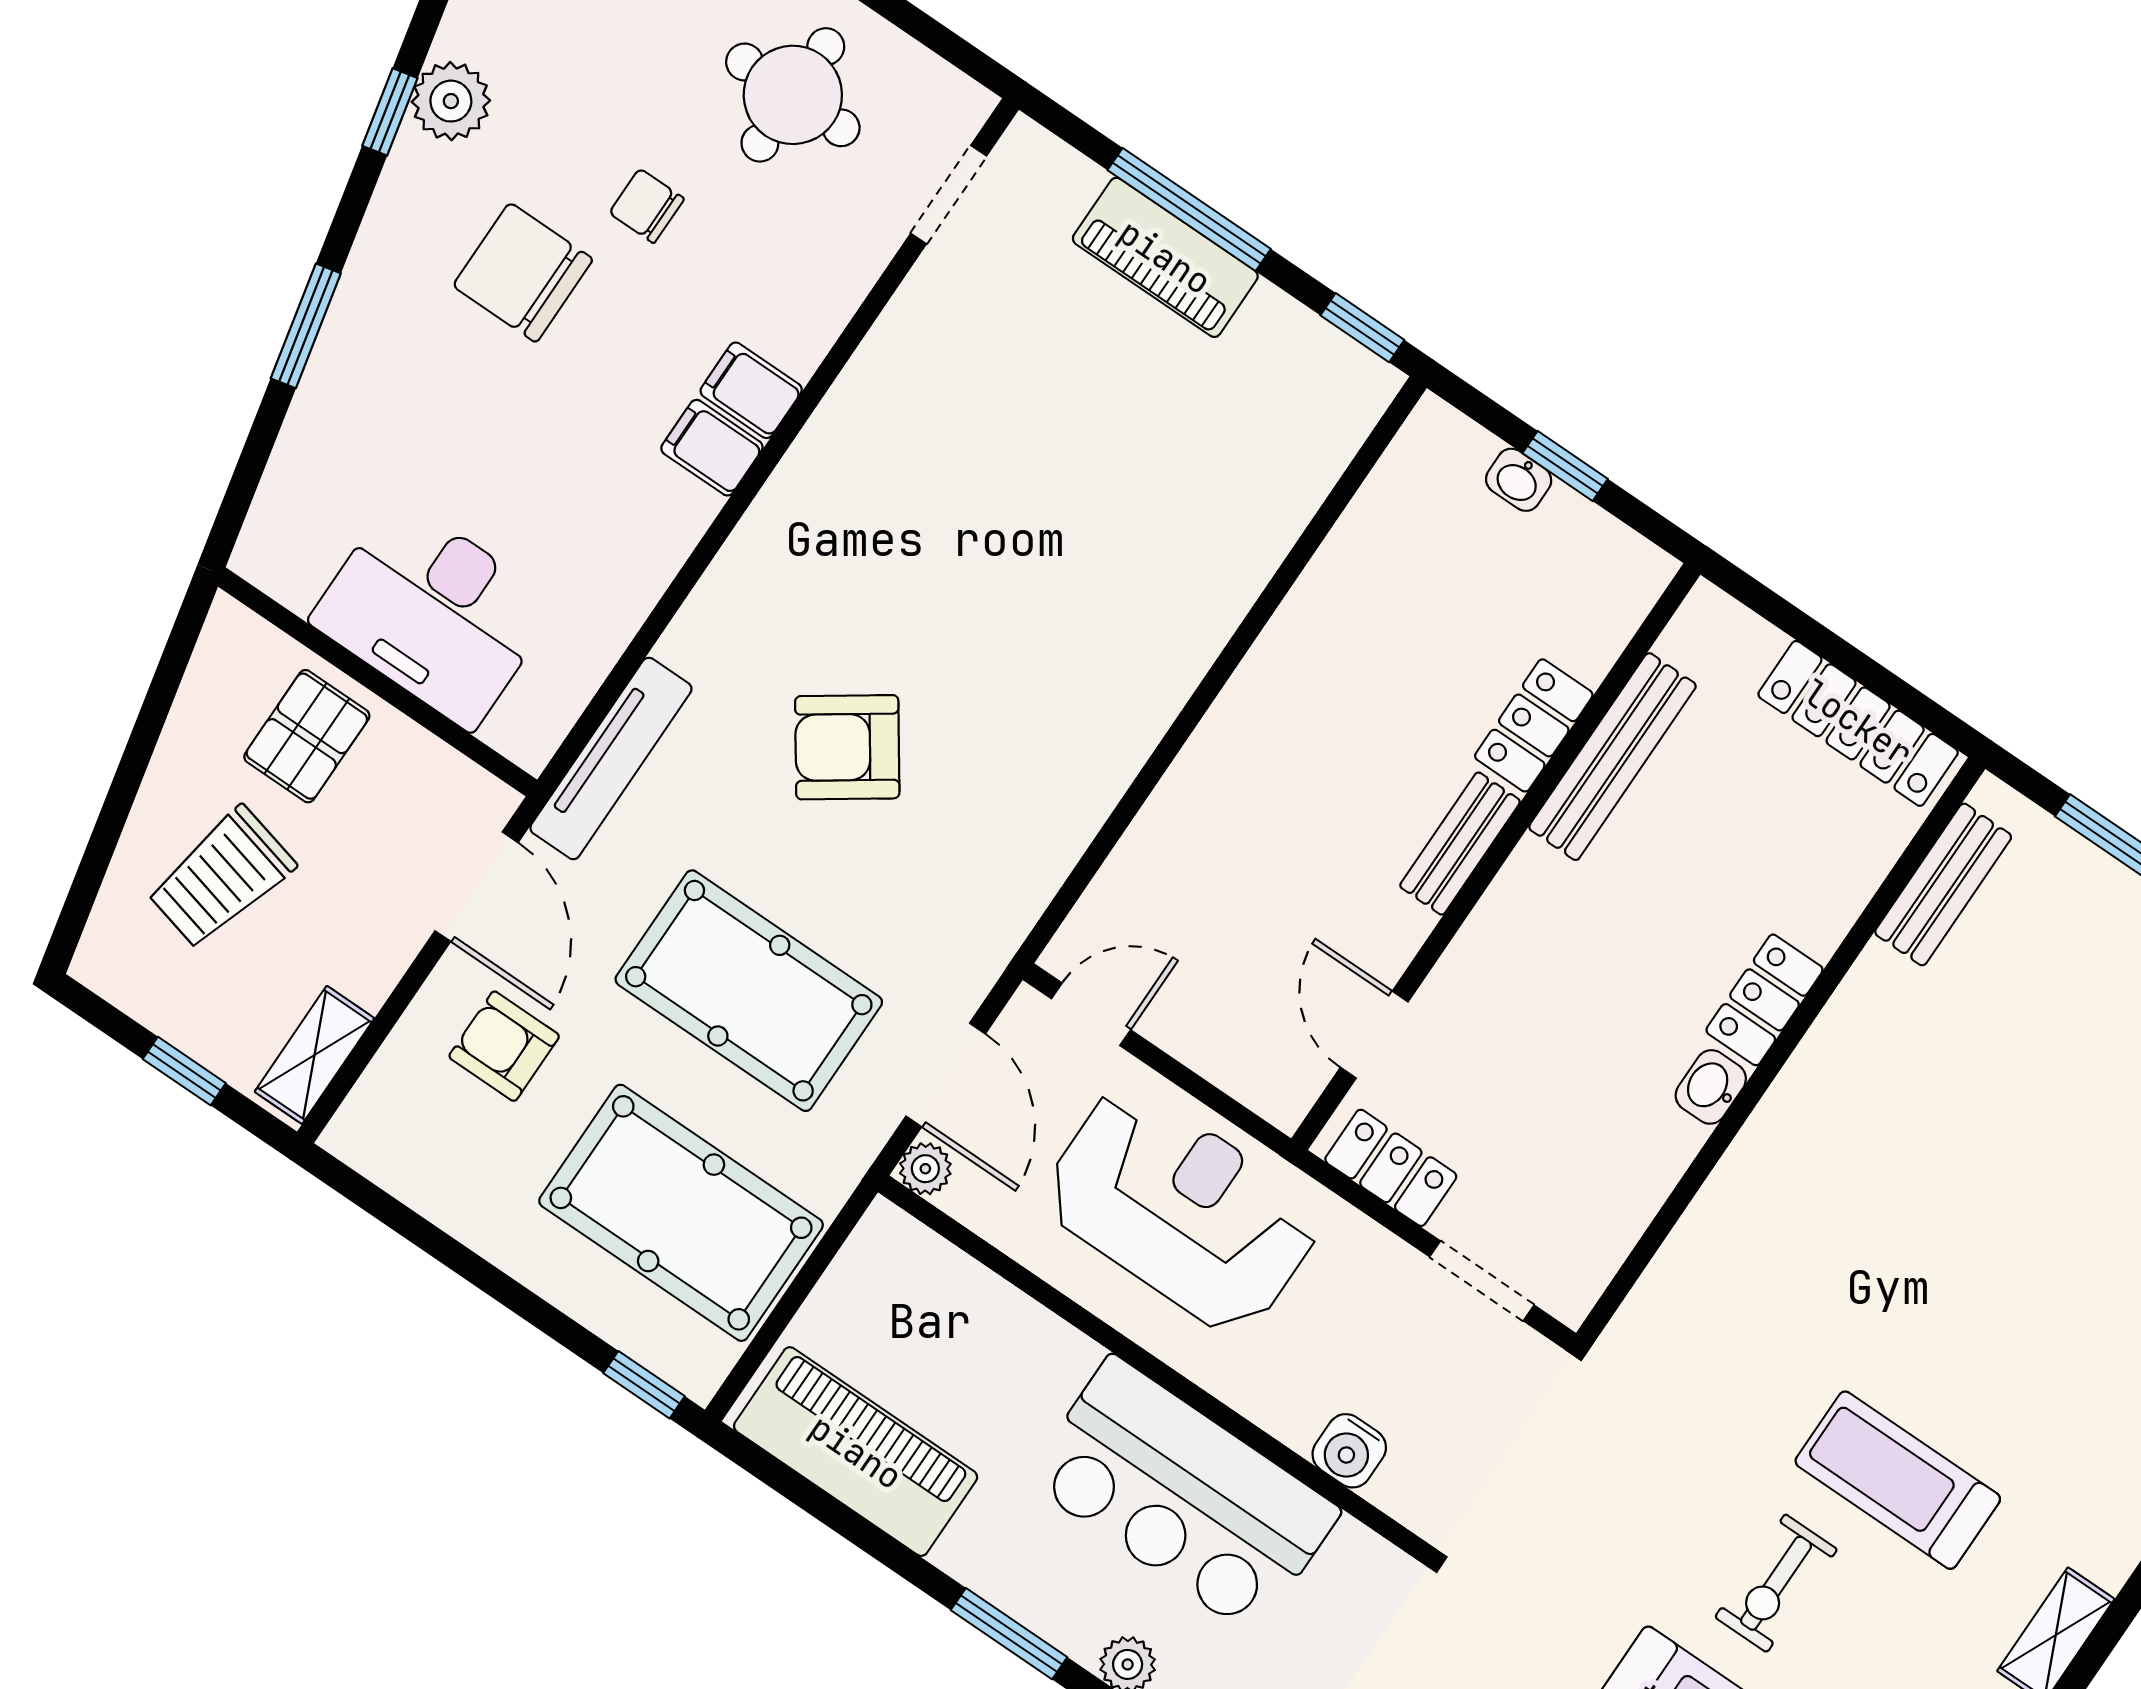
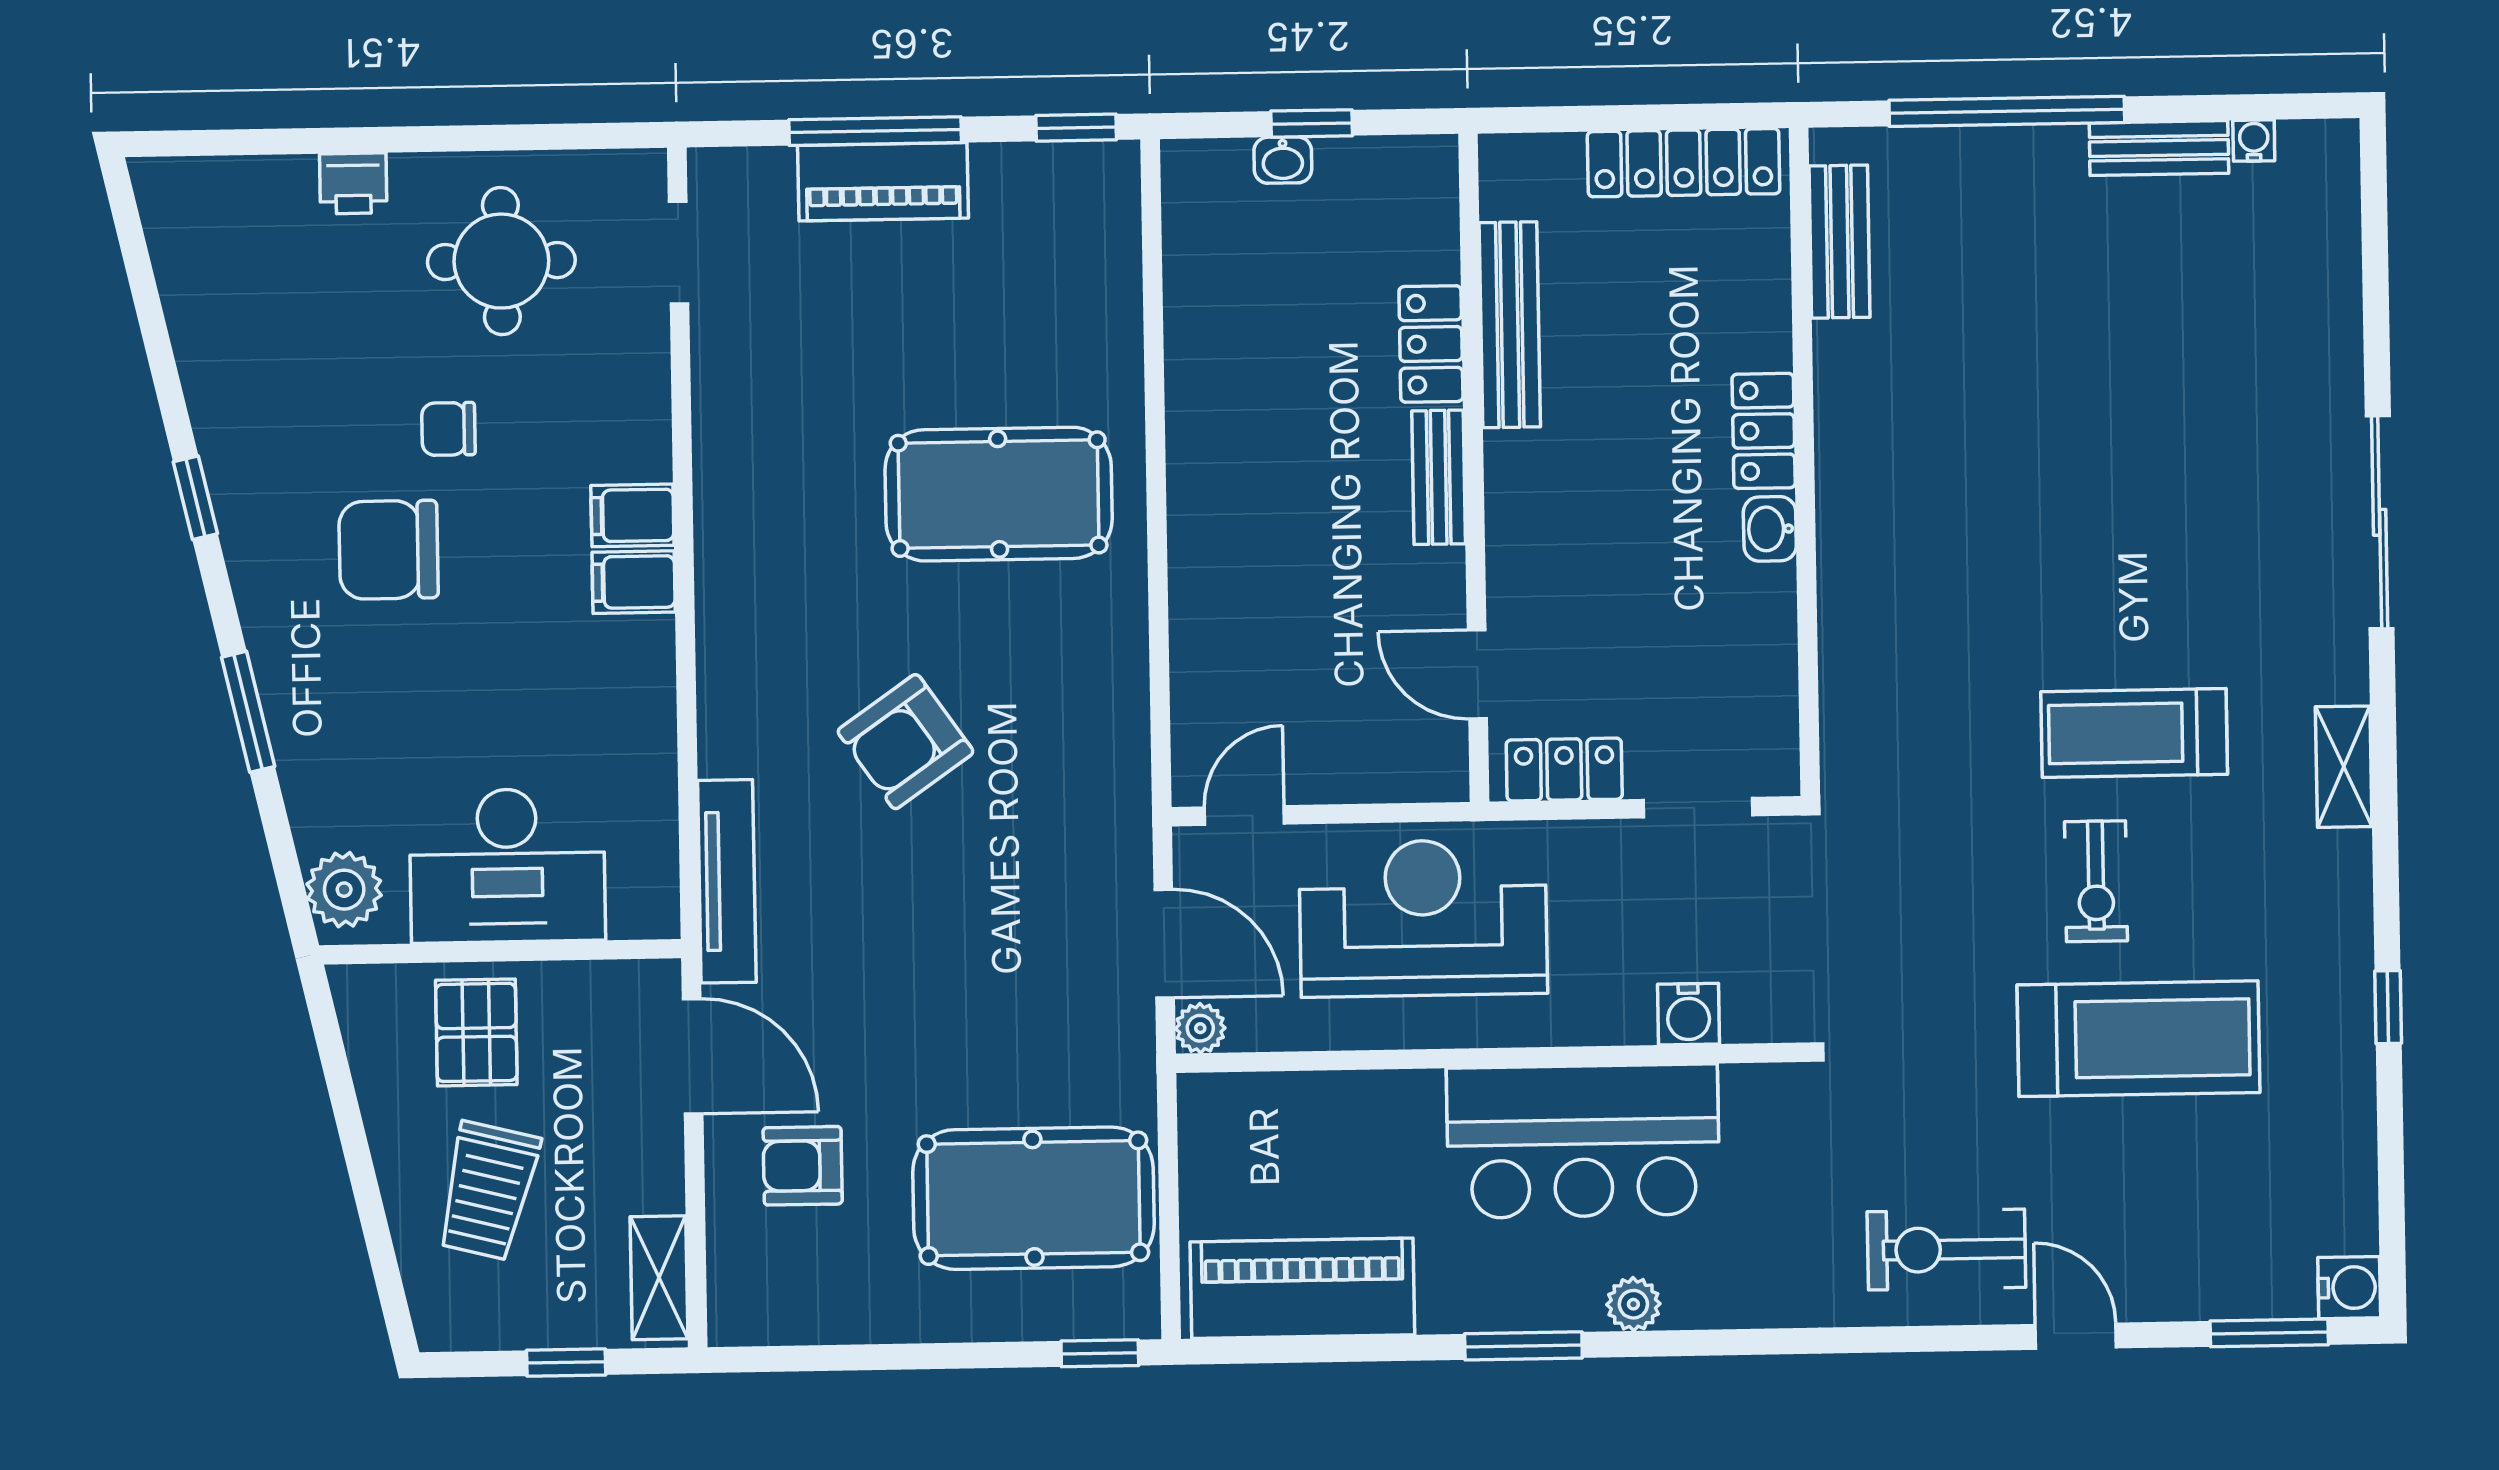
plant: (451, 101) -> (344, 890), moved
pool table: (749, 991) -> (999, 494), moved

